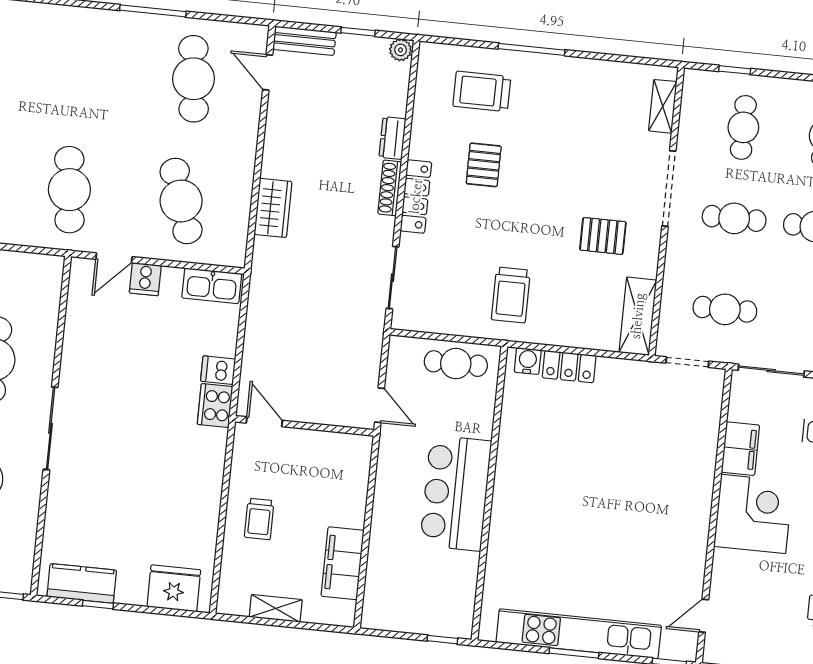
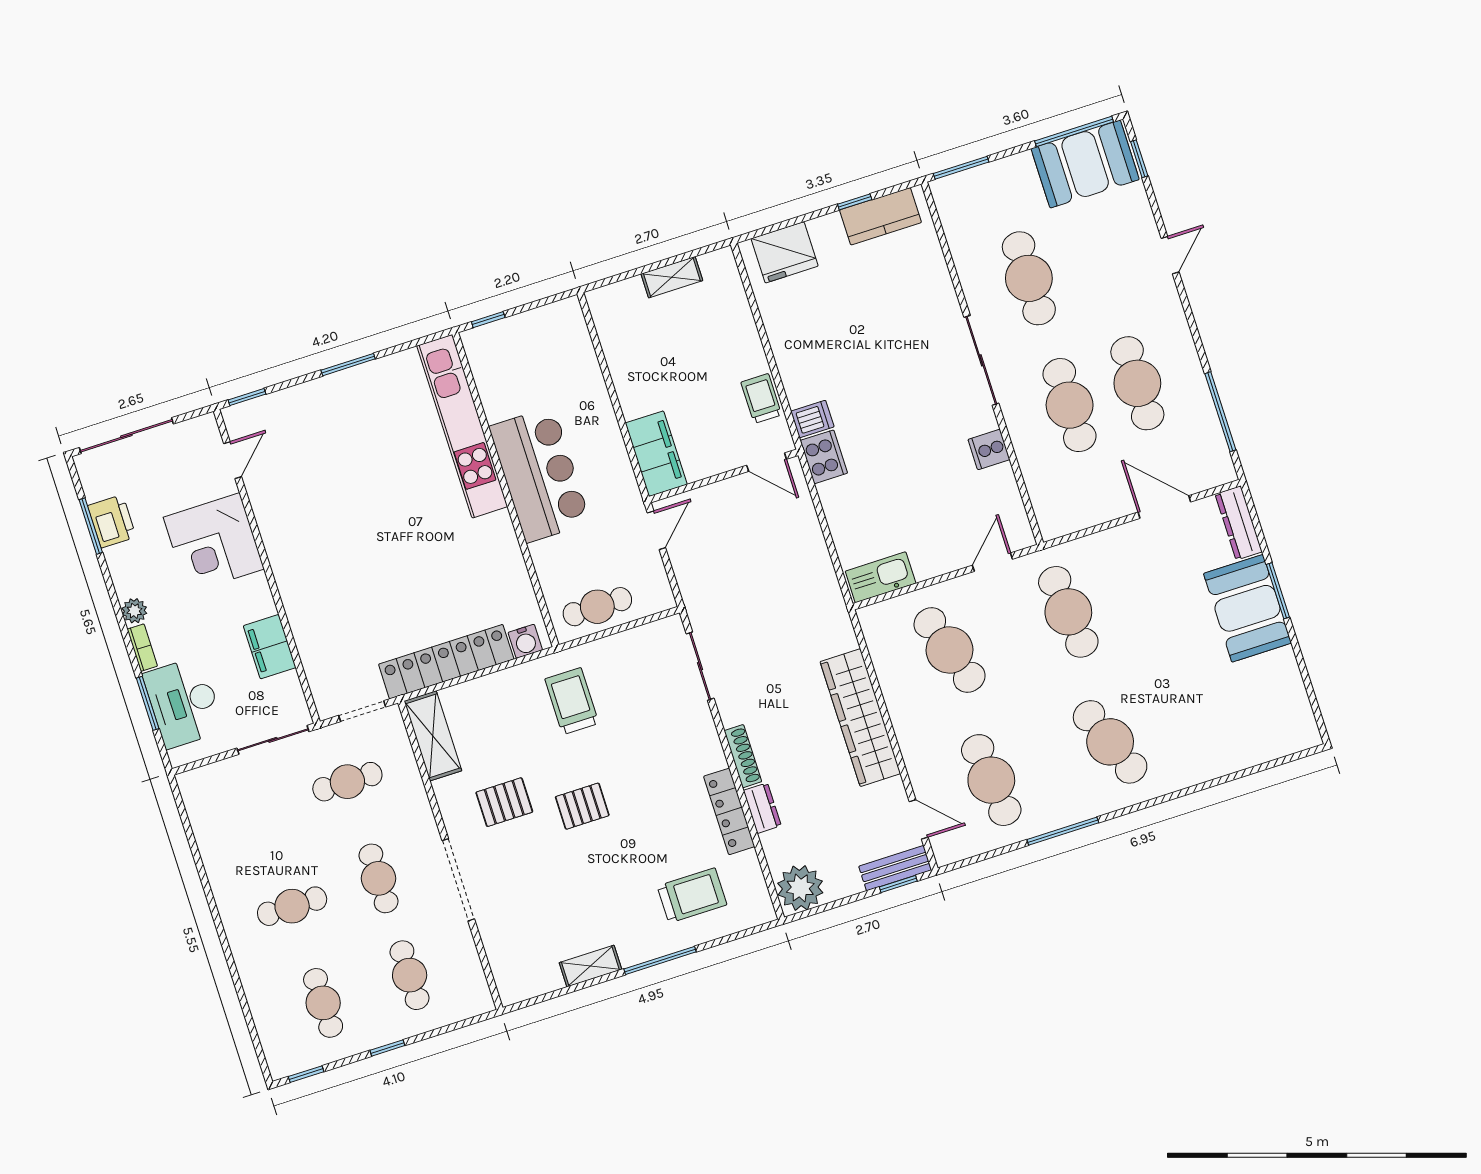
window: (358, 32) -> (898, 884), moved
plant: (401, 50) -> (800, 888), width x1.88, depth x1.88
cafe table: (82, 67) -> (1110, 742), added
window: (735, 70) -> (387, 1048), moved
shelving: (663, 106) -> (590, 966), moved, turned 90
pallet: (484, 165) -> (582, 806), moved, turned 90
locker: (416, 196) -> (729, 811), moved
wardrobe: (273, 208) -> (860, 718), width x2.10, depth x1.17
cafe table: (734, 218) -> (378, 878), turned 90
cooker: (145, 279) -> (989, 449), moved, turned -90
locker: (569, 367) -> (446, 662), width x2.16, depth x1.21
dishwasher: (218, 370) -> (812, 419), moved
door: (380, 405) -> (656, 530), swing flipped
corner desk: (753, 514) -> (214, 543), moved
trolley: (259, 519) -> (761, 399), moved
filing cabinet: (343, 563) -> (656, 454), moved
kitchen unit: (579, 634) -> (462, 426), moved, turned 90

